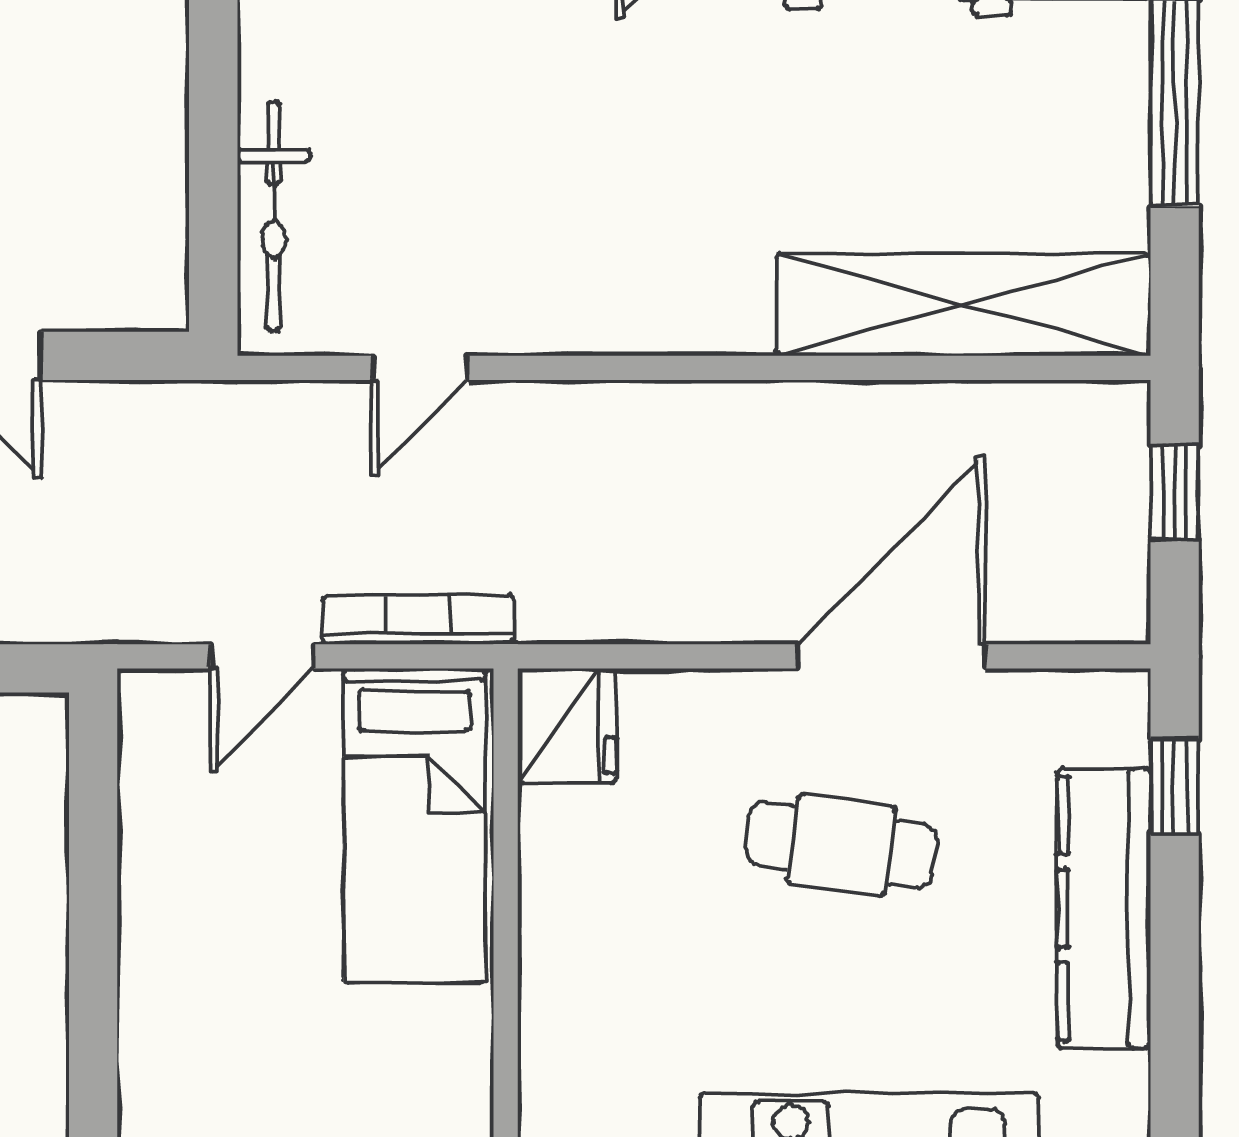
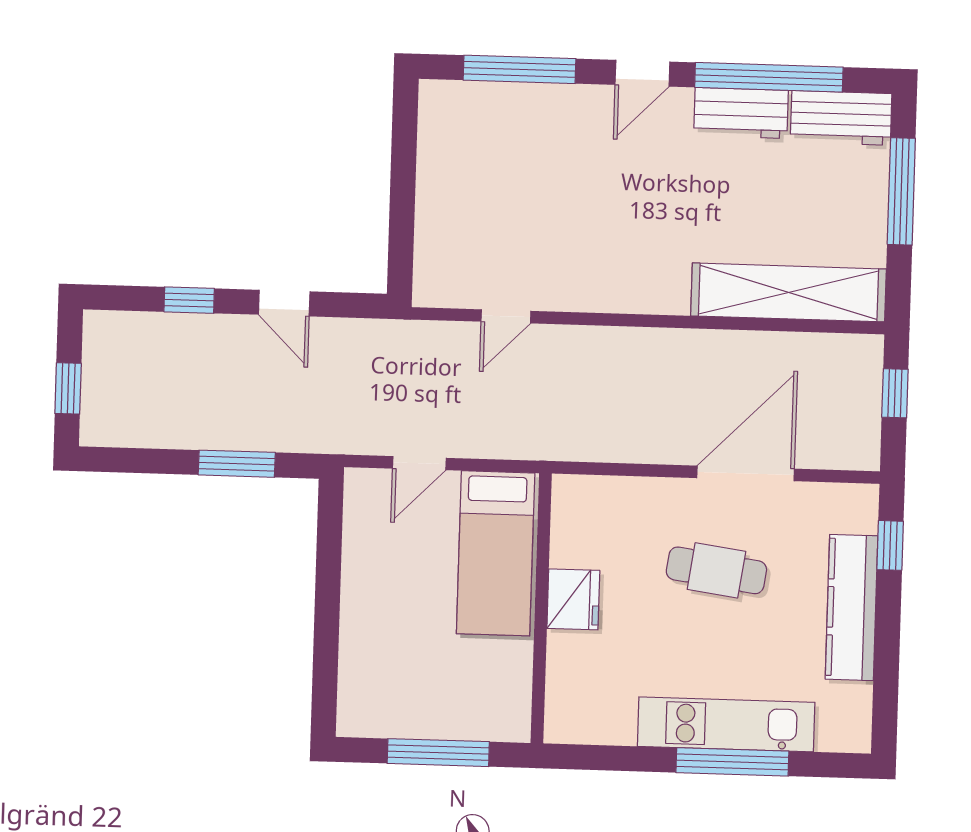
bicycle: (274, 216) -> (432, 235), removed
bookcase: (418, 620) -> (501, 447), removed
fridge: (567, 726) -> (573, 599), moved

